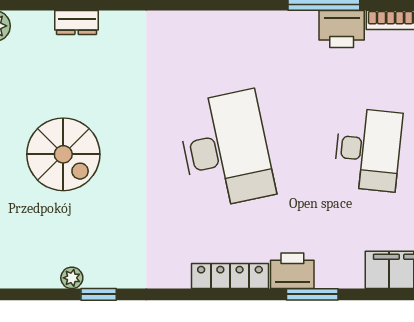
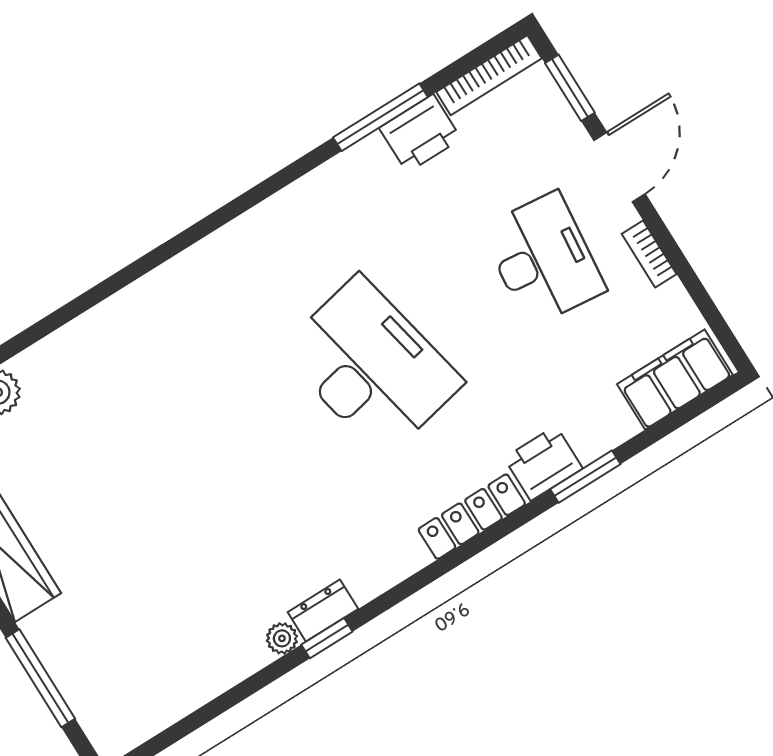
dresser: (77, 22) -> (323, 611), moved, turned 180
spiral stairs: (63, 154) -> (178, 495), removed

